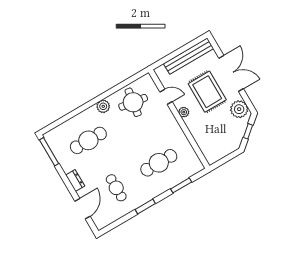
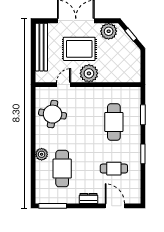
plant: (103, 106) -> (42, 154), moved
plant: (184, 112) -> (89, 73), width x1.88, depth x1.88

